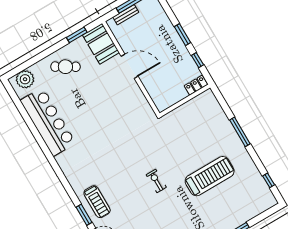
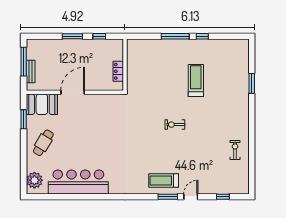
locker: (196, 85) -> (118, 71), moved
treadmill: (210, 176) -> (196, 81), width x0.73, depth x0.73
window: (269, 180) -> (202, 36), moved
treadmill: (97, 202) -> (164, 181), turned 180

